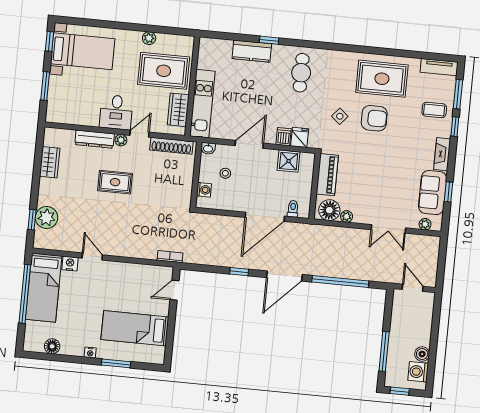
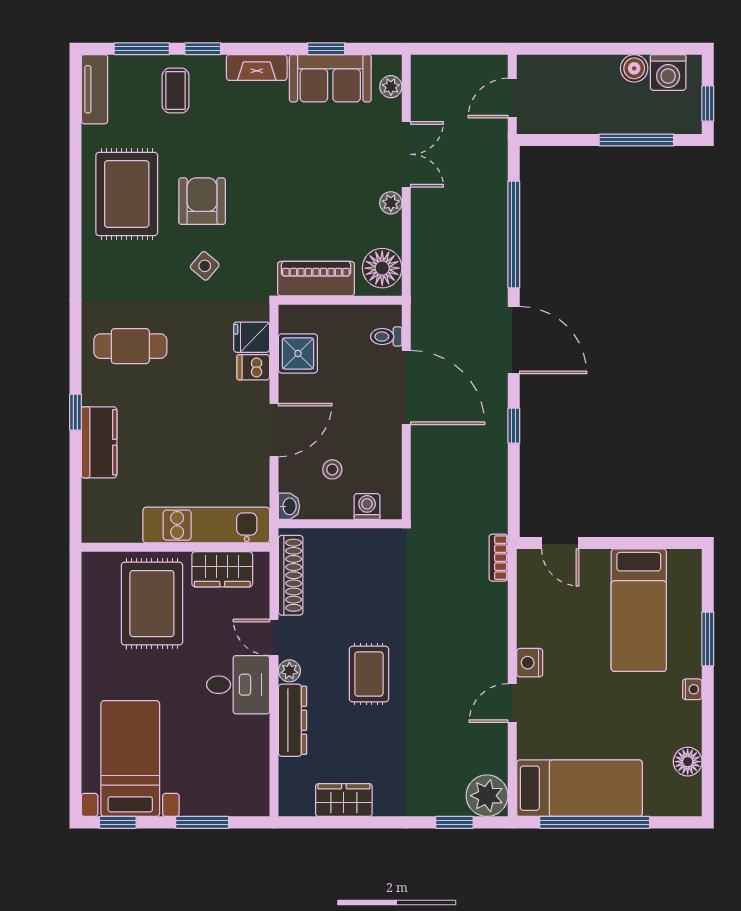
plant: (149, 38) -> (94, 637), removed
door: (249, 144) -> (274, 430), swing flipped
plant: (347, 216) -> (391, 203), moved
plant: (47, 218) -> (487, 796), moved
nightstand: (70, 264) -> (530, 663), moved

